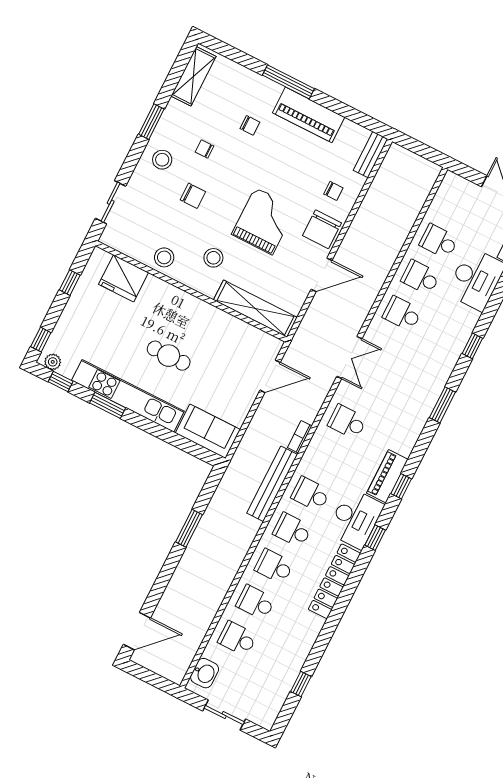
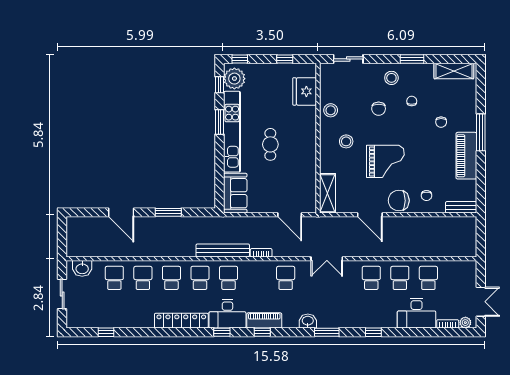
shelving: (255, 309) -> (328, 193), width x0.68
plant: (53, 362) -> (234, 79), width x1.88, depth x1.88
washbasin: (416, 422) -> (308, 321), added
door: (137, 631) -> (121, 212), moved

